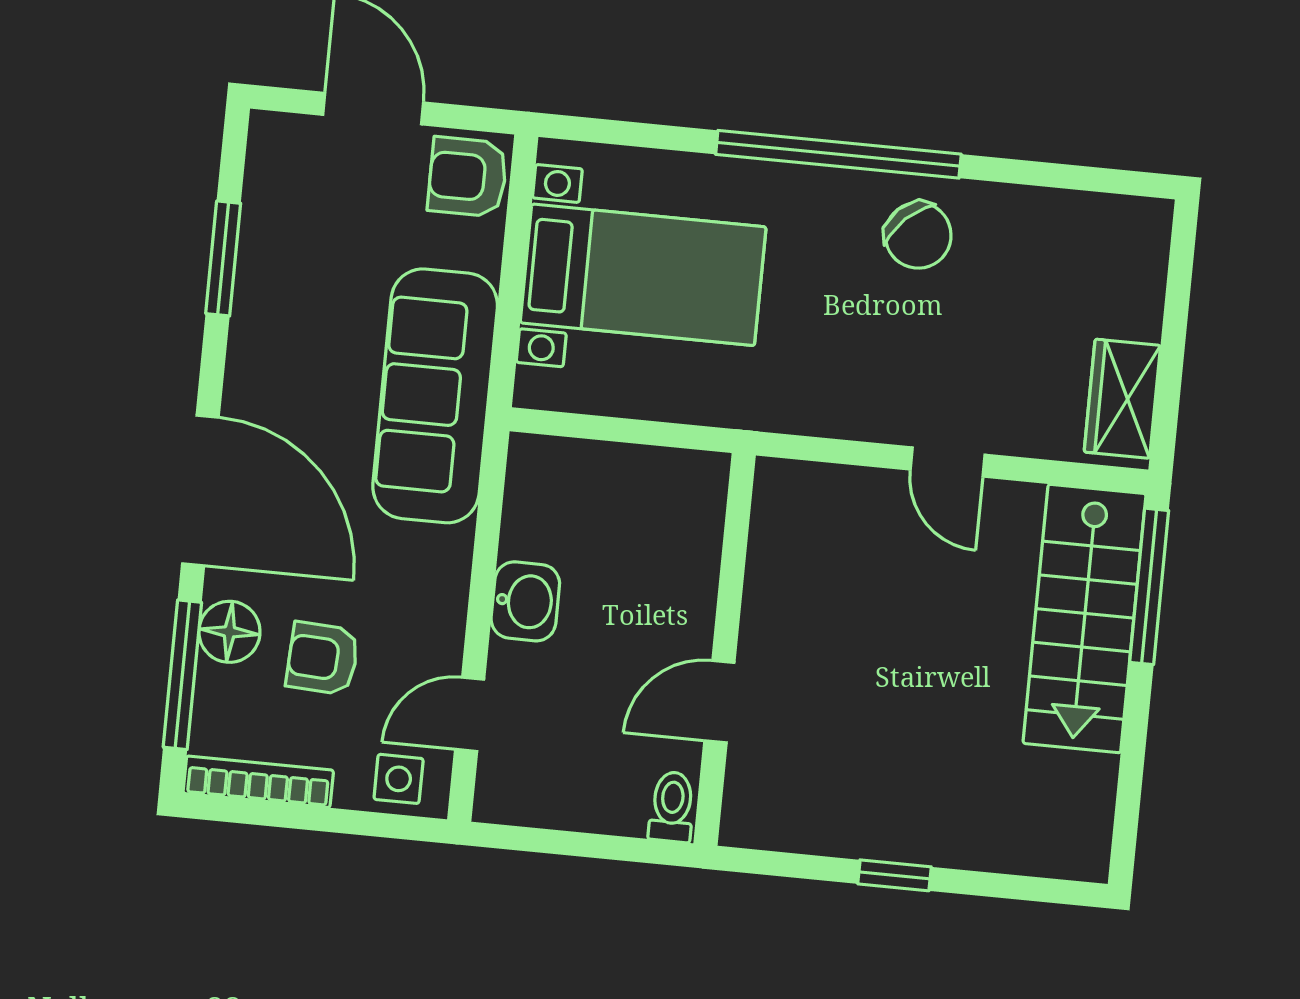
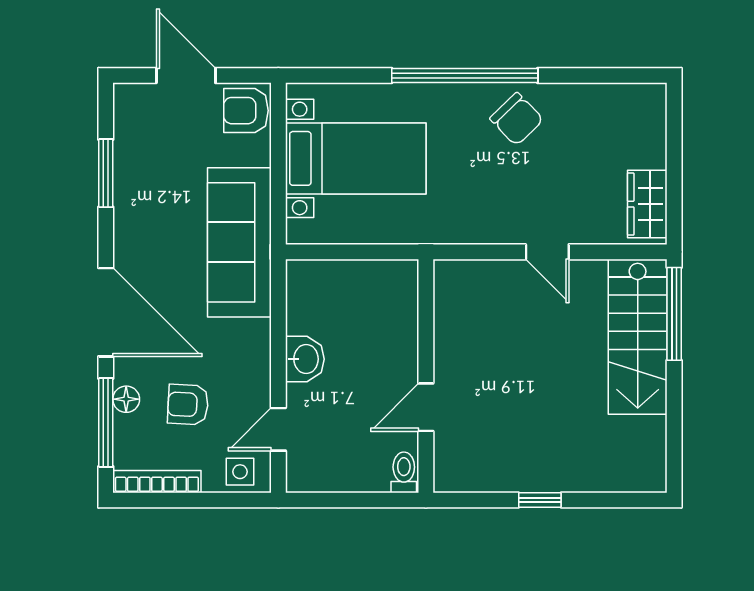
floor lamp: (229, 632) -> (126, 399), width x0.73, depth x0.73

